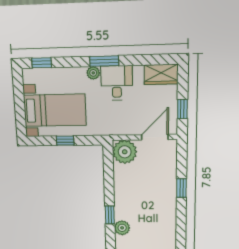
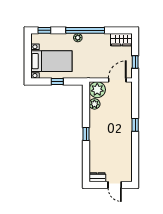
window: (104, 61) -> (85, 30), width x2.11
desk: (117, 83) -> (93, 44), removed
window: (181, 188) -> (135, 125), moved
plant: (122, 228) -> (94, 104), moved

